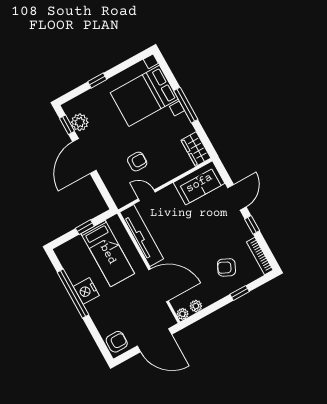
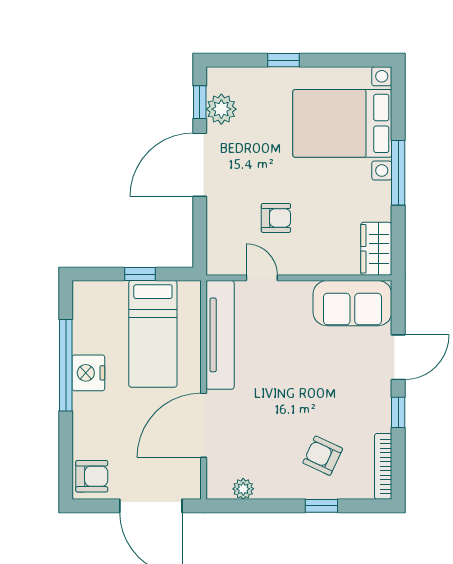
door: (158, 285) -> (204, 425), swing flipped
plant: (183, 314) -> (216, 489), removed

